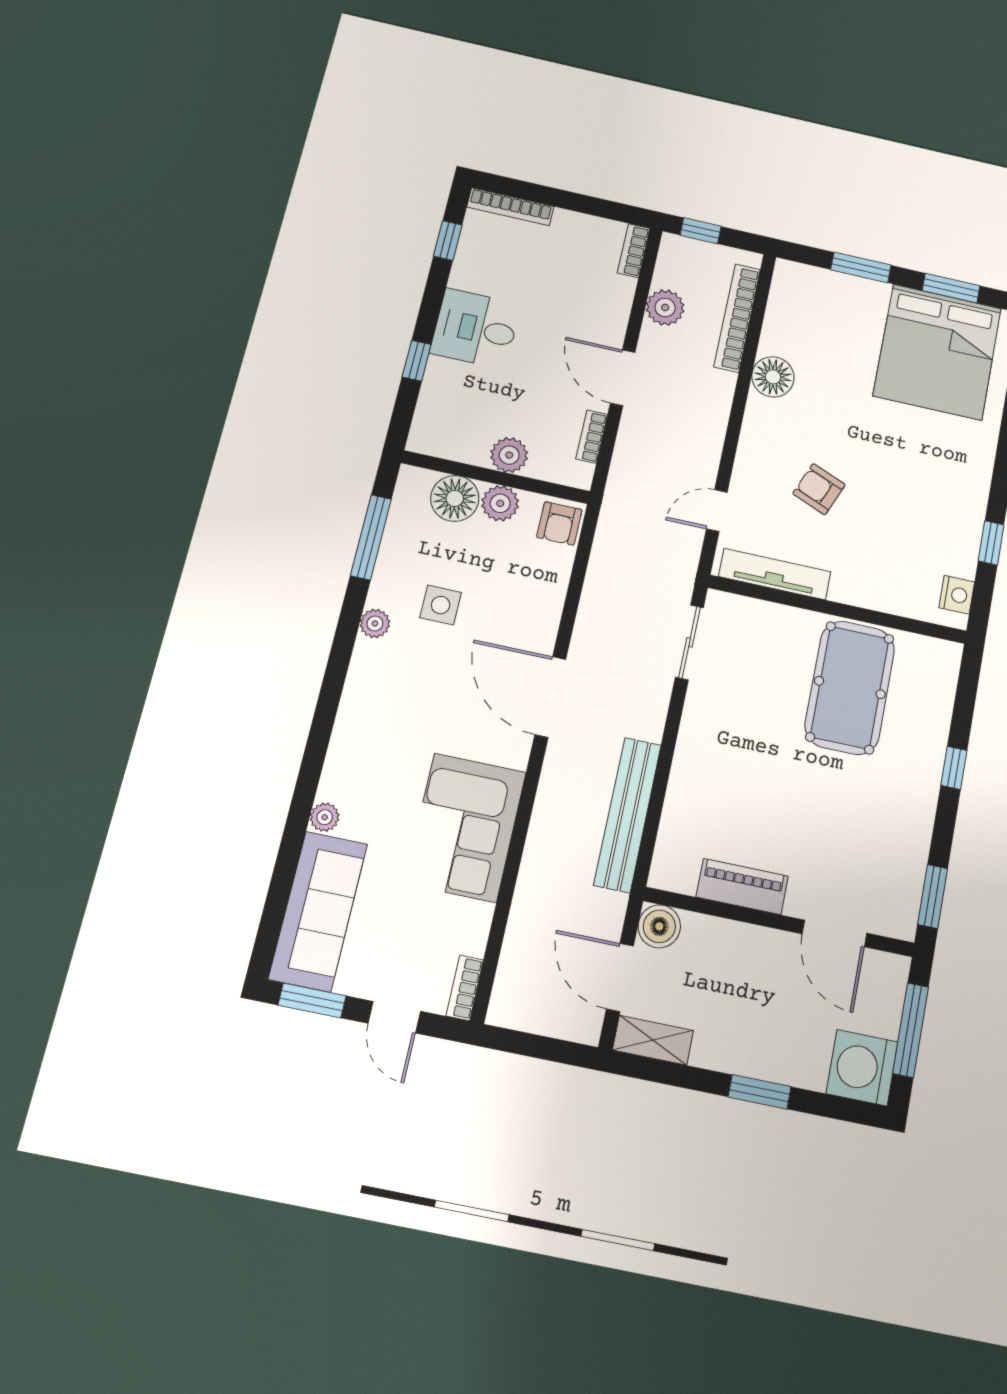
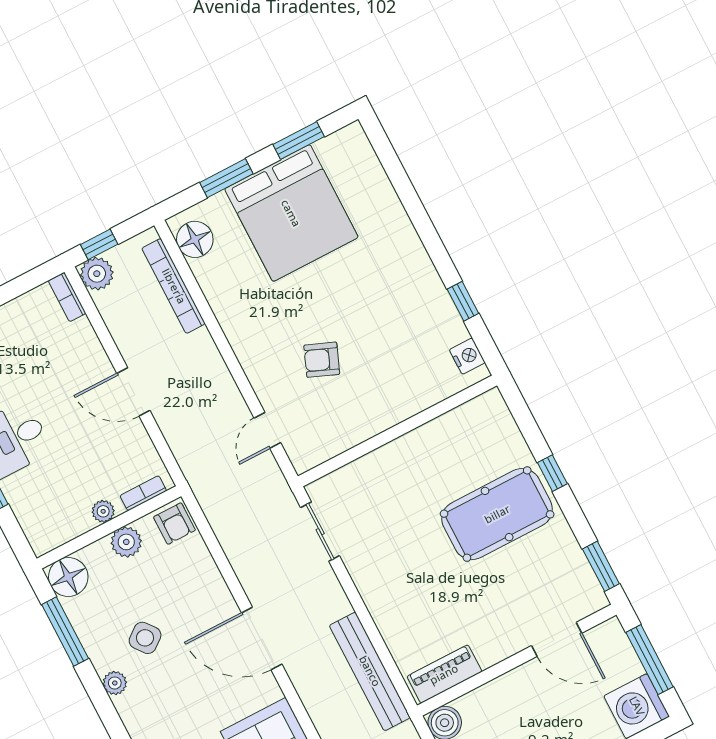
plant: (665, 307) -> (97, 274), moved
bed: (937, 352) -> (291, 213), moved
floor lamp: (773, 377) -> (195, 239), moved
bookcase: (592, 437) -> (143, 493), moved, turned 90
plant: (509, 455) -> (103, 511), width x0.73, depth x0.73
floor lamp: (455, 498) -> (68, 577), moved
tv unit: (775, 574) -> (338, 441), removed
side table: (441, 605) -> (145, 638), turned -38
pool table: (850, 688) -> (497, 514), moved, turned 90
piano: (742, 887) -> (444, 674), moved

